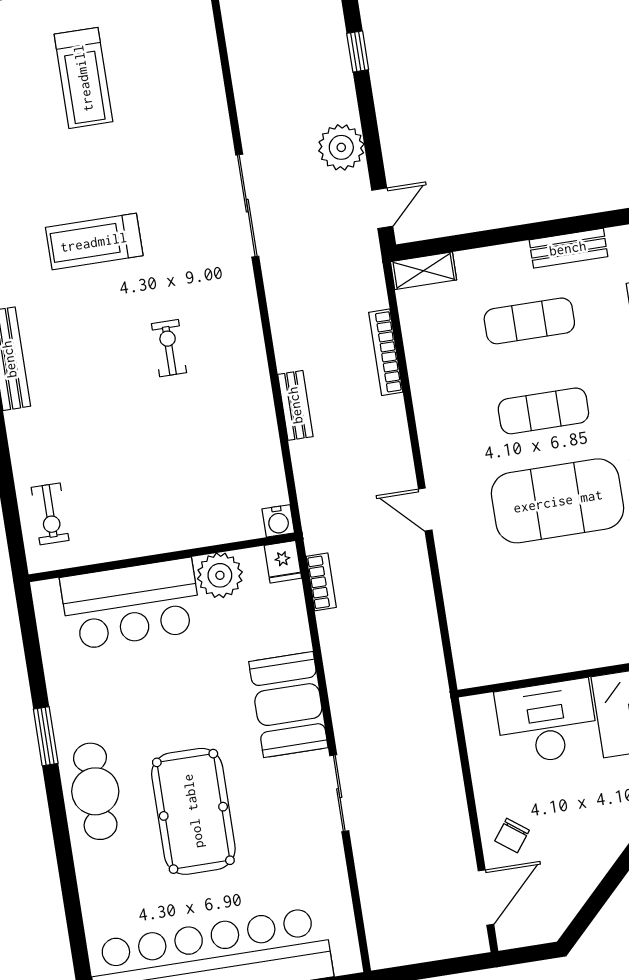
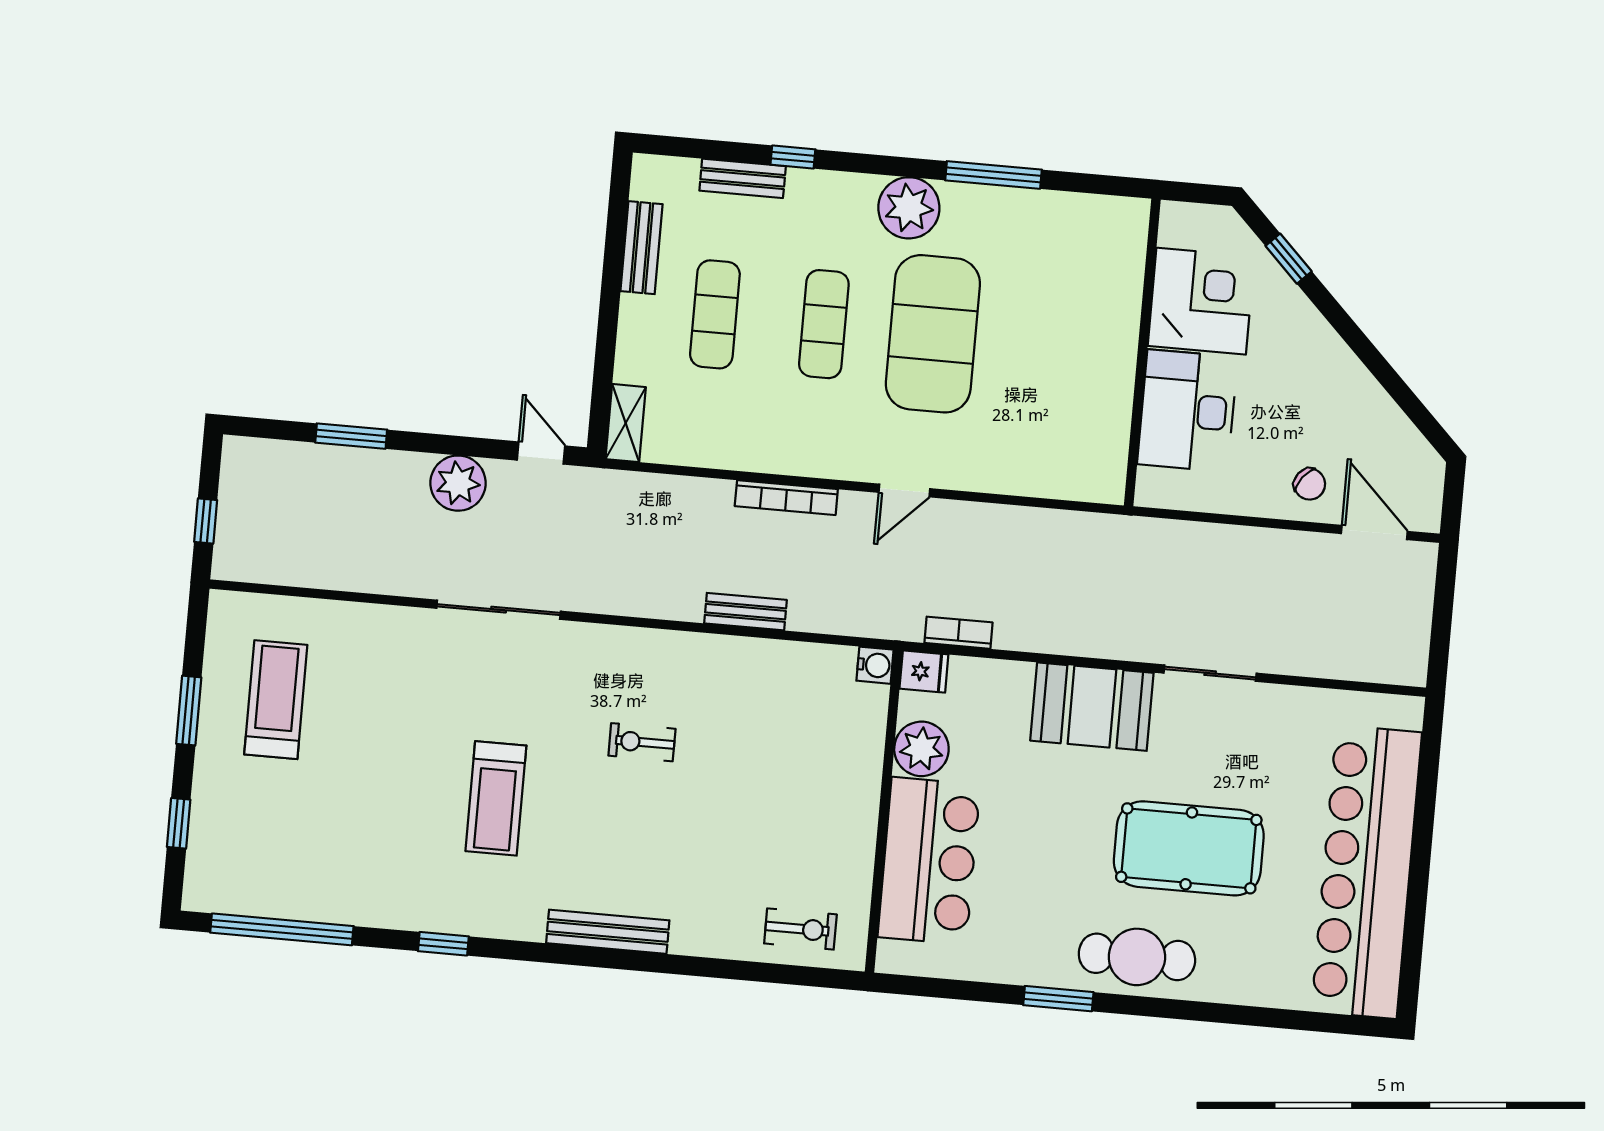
window: (358, 52) -> (351, 436), width x1.50
treadmill: (83, 78) -> (276, 700), moved, turned -90
bookcase: (386, 352) -> (786, 498), moved

